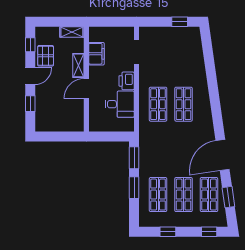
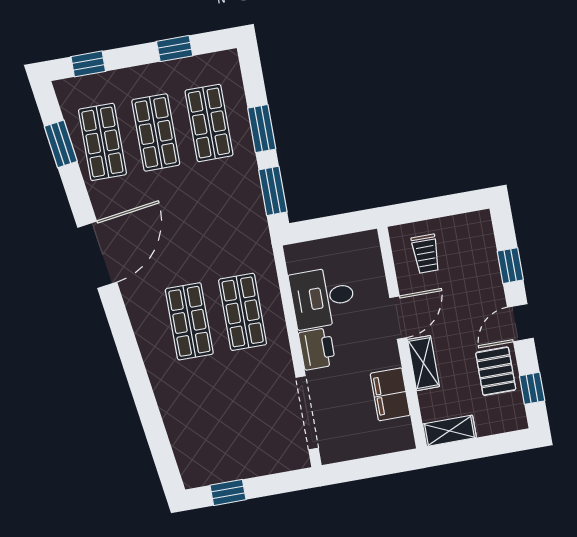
doorway: (136, 52) -> (307, 413), width x1.36
trolley: (68, 116) -> (426, 254), added
door: (222, 155) -> (97, 255), moved

